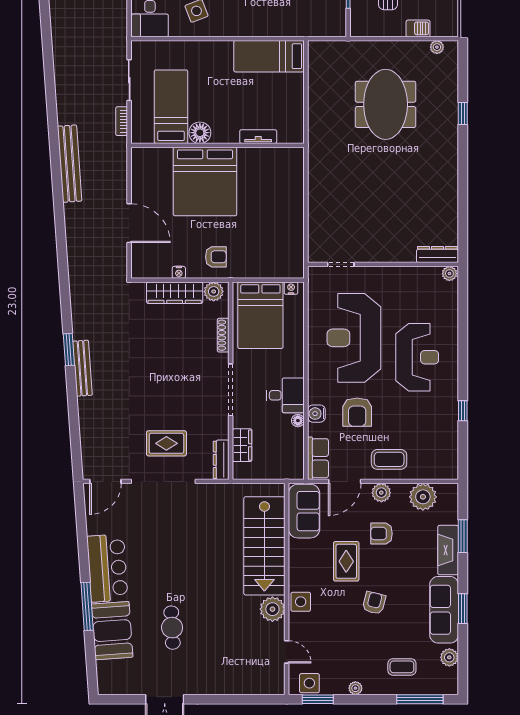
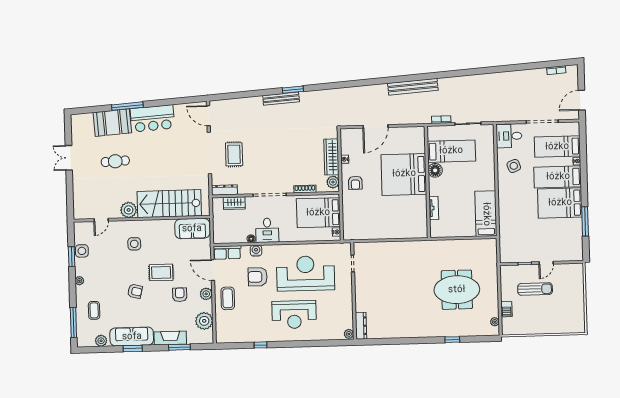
sofa: (304, 511) -> (192, 229), moved
stairs: (264, 546) -> (169, 204), moved
wall: (287, 589) -> (142, 219), moved
plant: (272, 609) -> (129, 210), moved
door: (287, 652) -> (101, 220), moved

